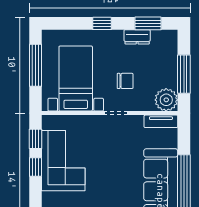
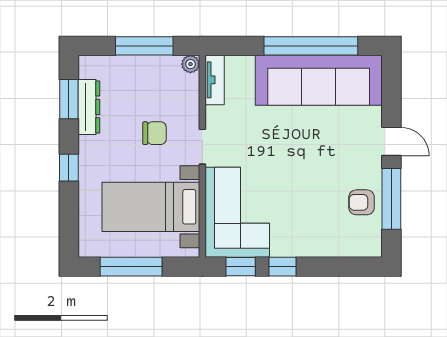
dresser: (137, 37) -> (89, 107), width x1.44
chair: (125, 81) -> (155, 133), turned 90
plant: (166, 100) -> (190, 64), width x0.53, depth x0.53
corner sofa: (63, 161) -> (237, 212), moved, turned 90

